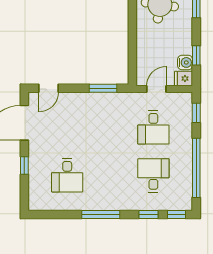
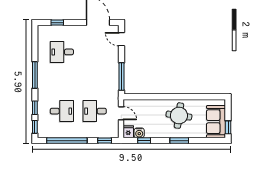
window: (103, 88) -> (122, 77), width x1.44
window: (24, 166) -> (57, 23), moved

